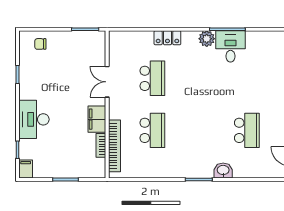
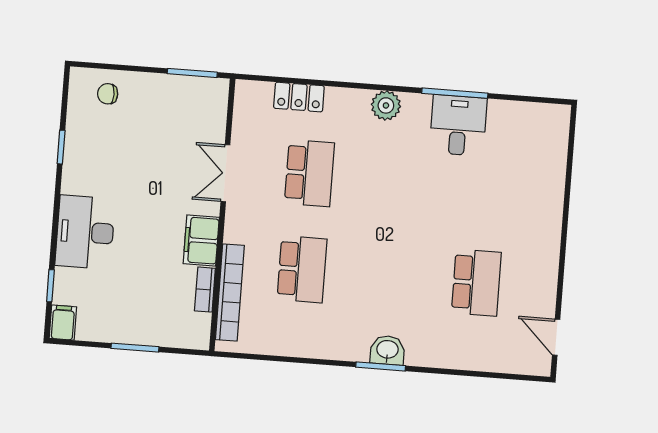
locker: (167, 38) -> (299, 97), moved
plant: (207, 39) -> (386, 105), moved
washbasin: (223, 170) -> (387, 350), moved

